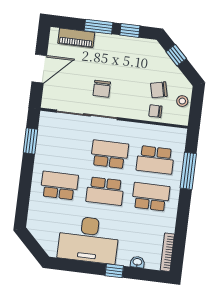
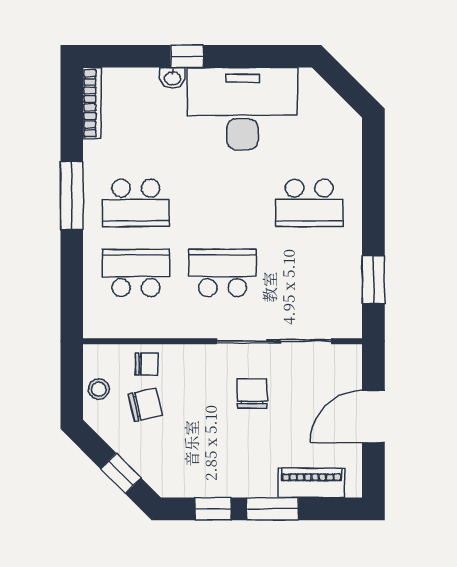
school desk: (110, 154) -> (223, 273), turned 180
window: (188, 171) -> (72, 196), moved
school desk: (105, 191) -> (223, 203), removed
washbasin: (137, 262) -> (172, 78), moved

